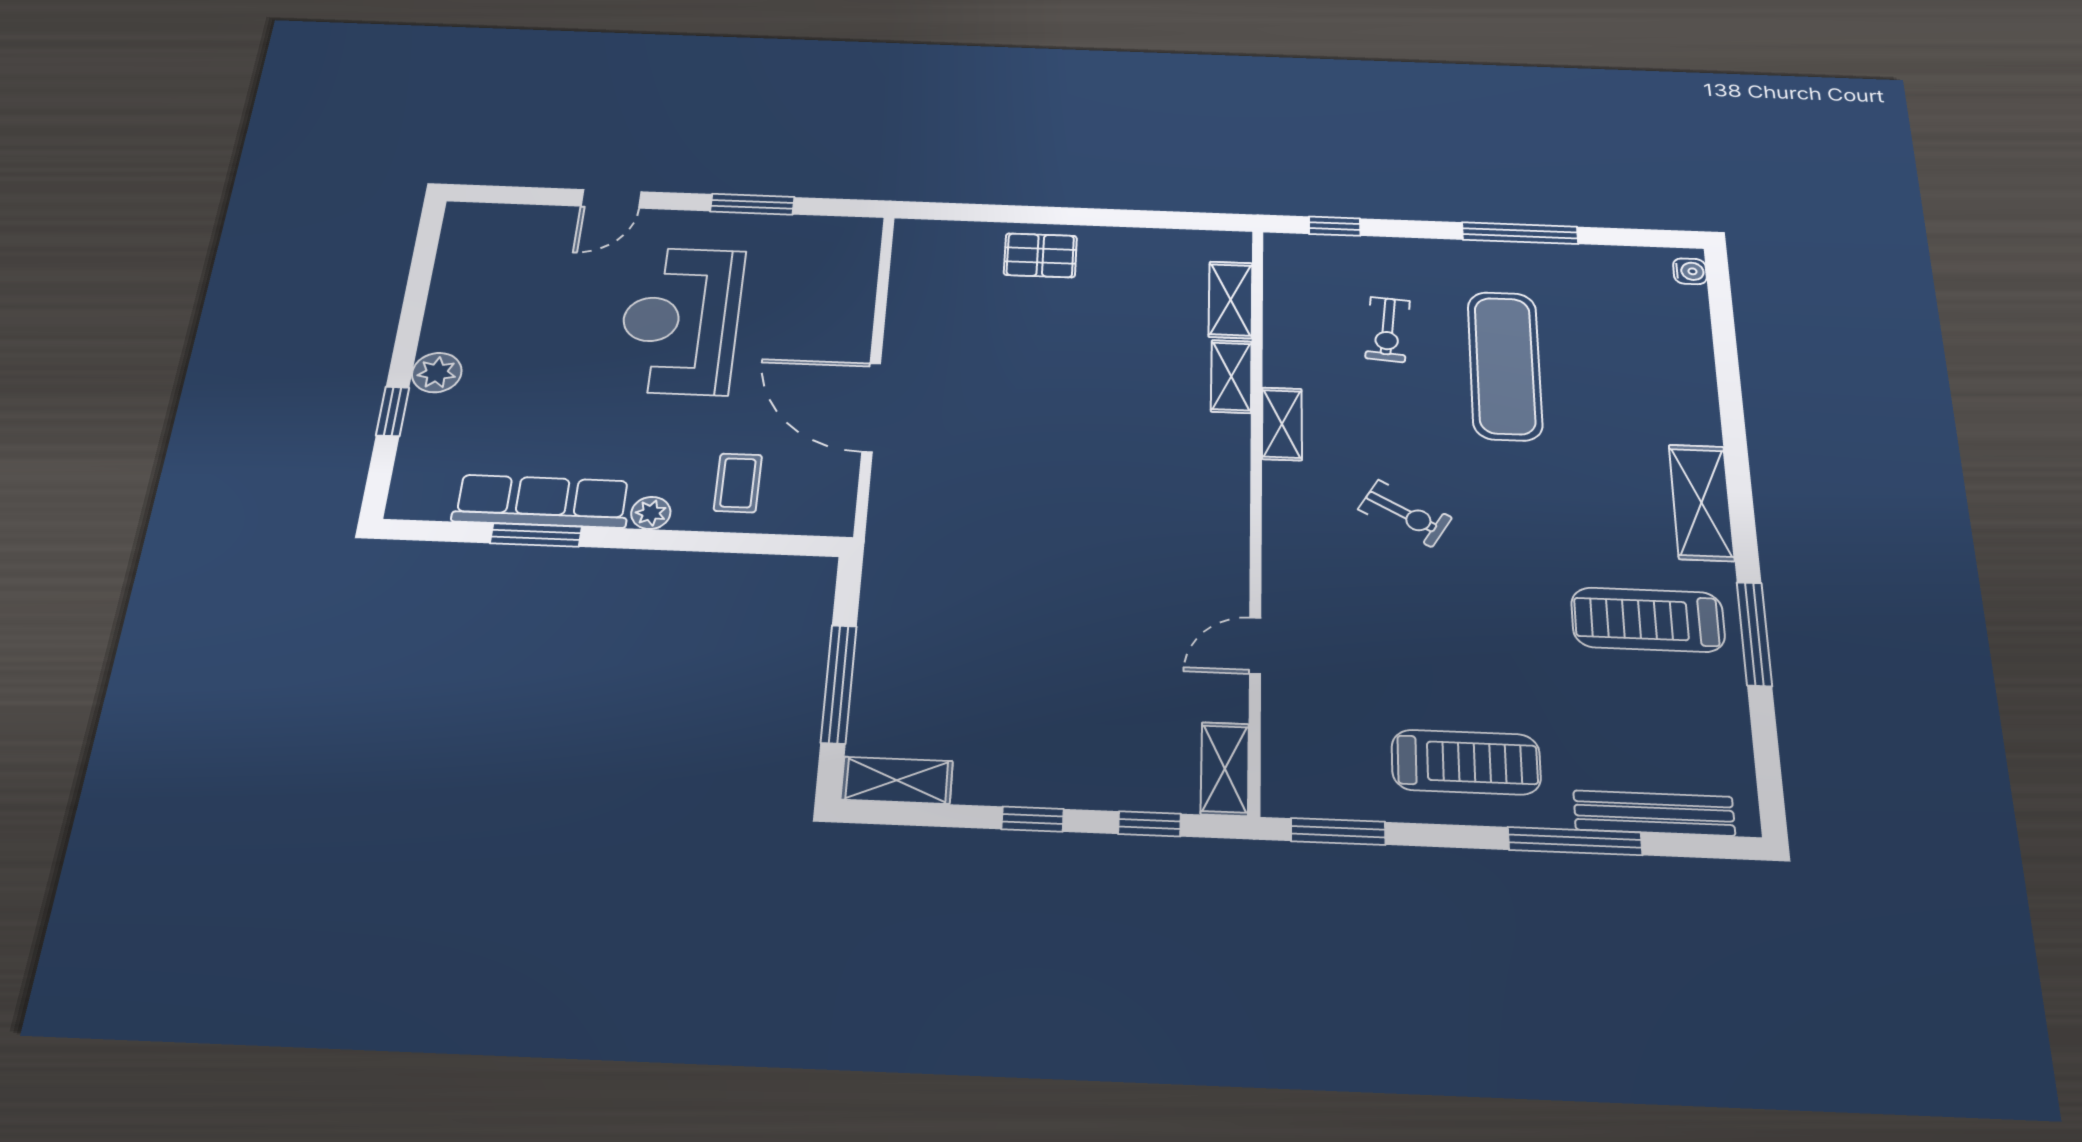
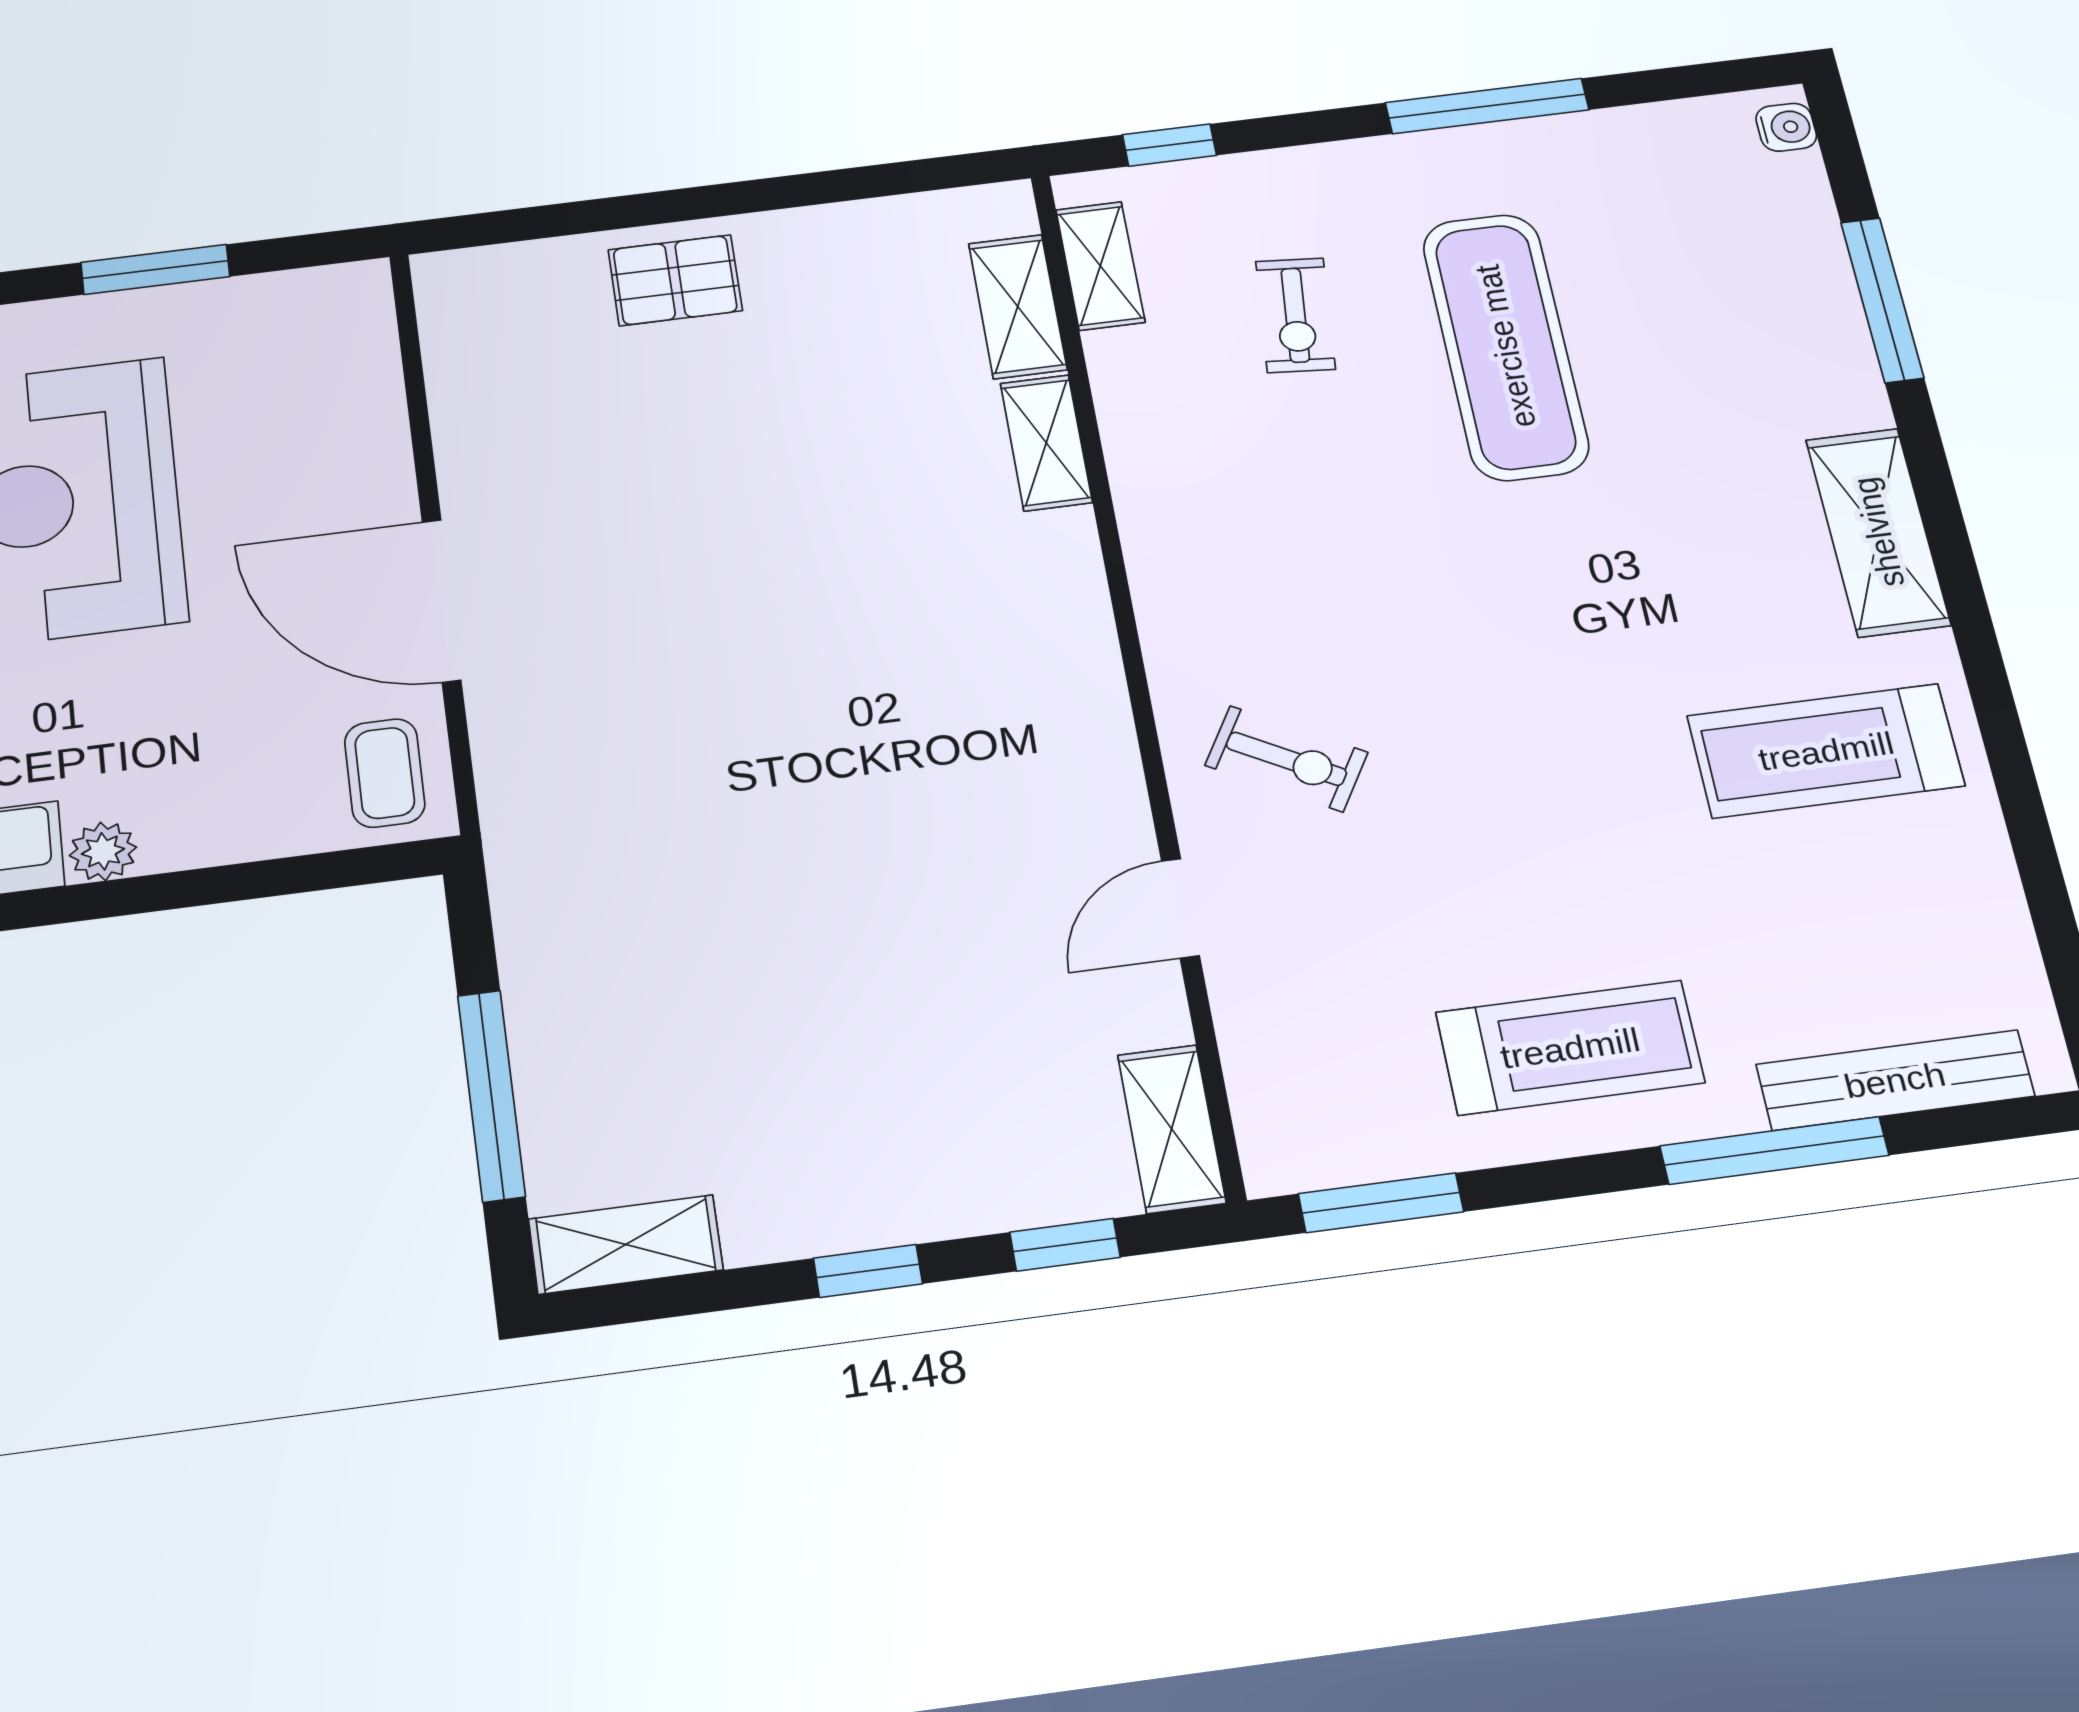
shelving: (1282, 424) -> (1100, 266), moved
coffee table: (738, 483) -> (385, 773), moved
exercise bike: (1405, 513) -> (1286, 759), moved
window: (1754, 634) -> (1882, 300), moved

